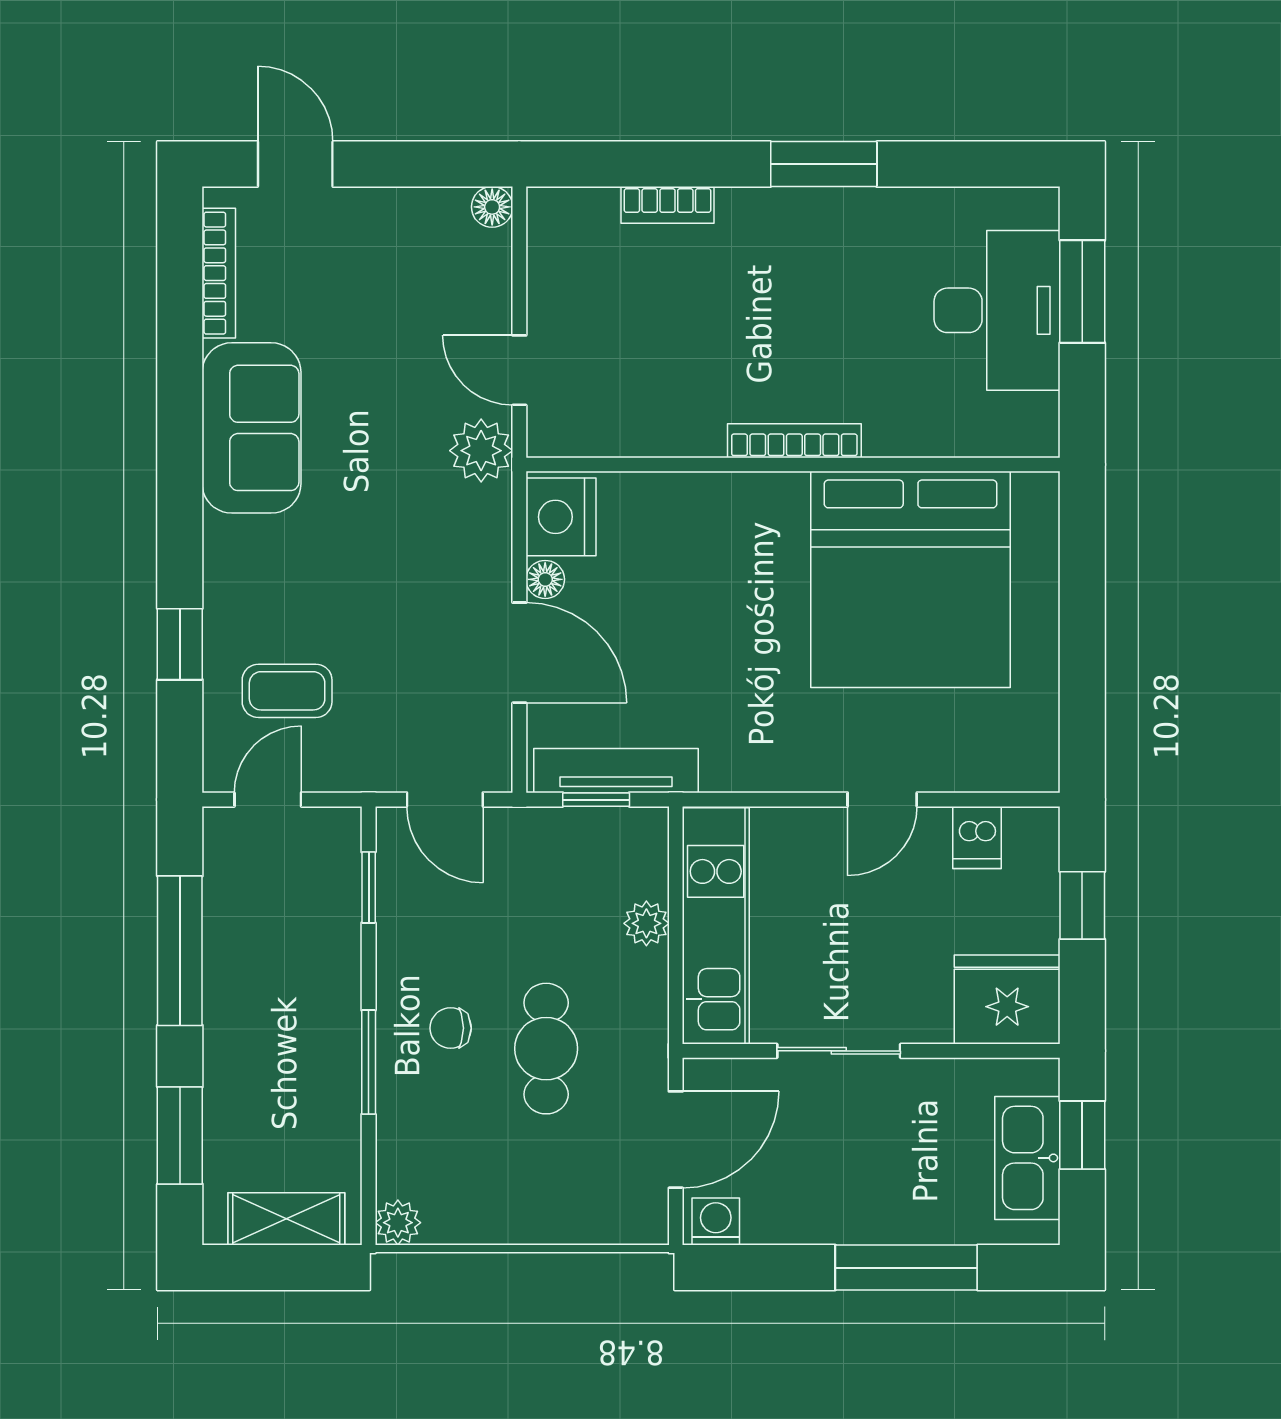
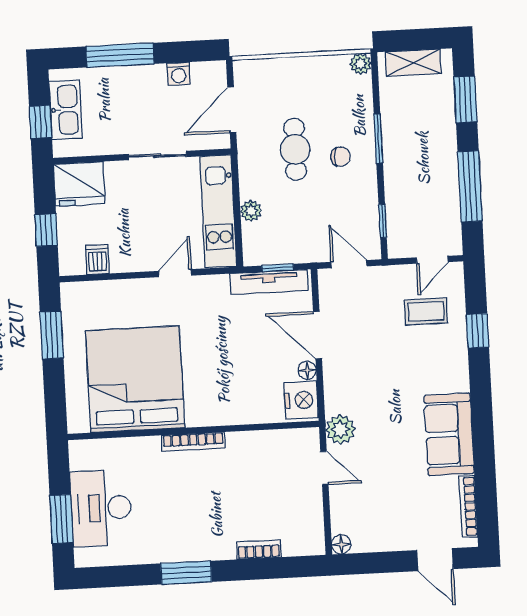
window: (1082, 682) -> (52, 335), added
door: (882, 800) -> (175, 273), moved
washing machine: (716, 1222) -> (179, 74), moved

